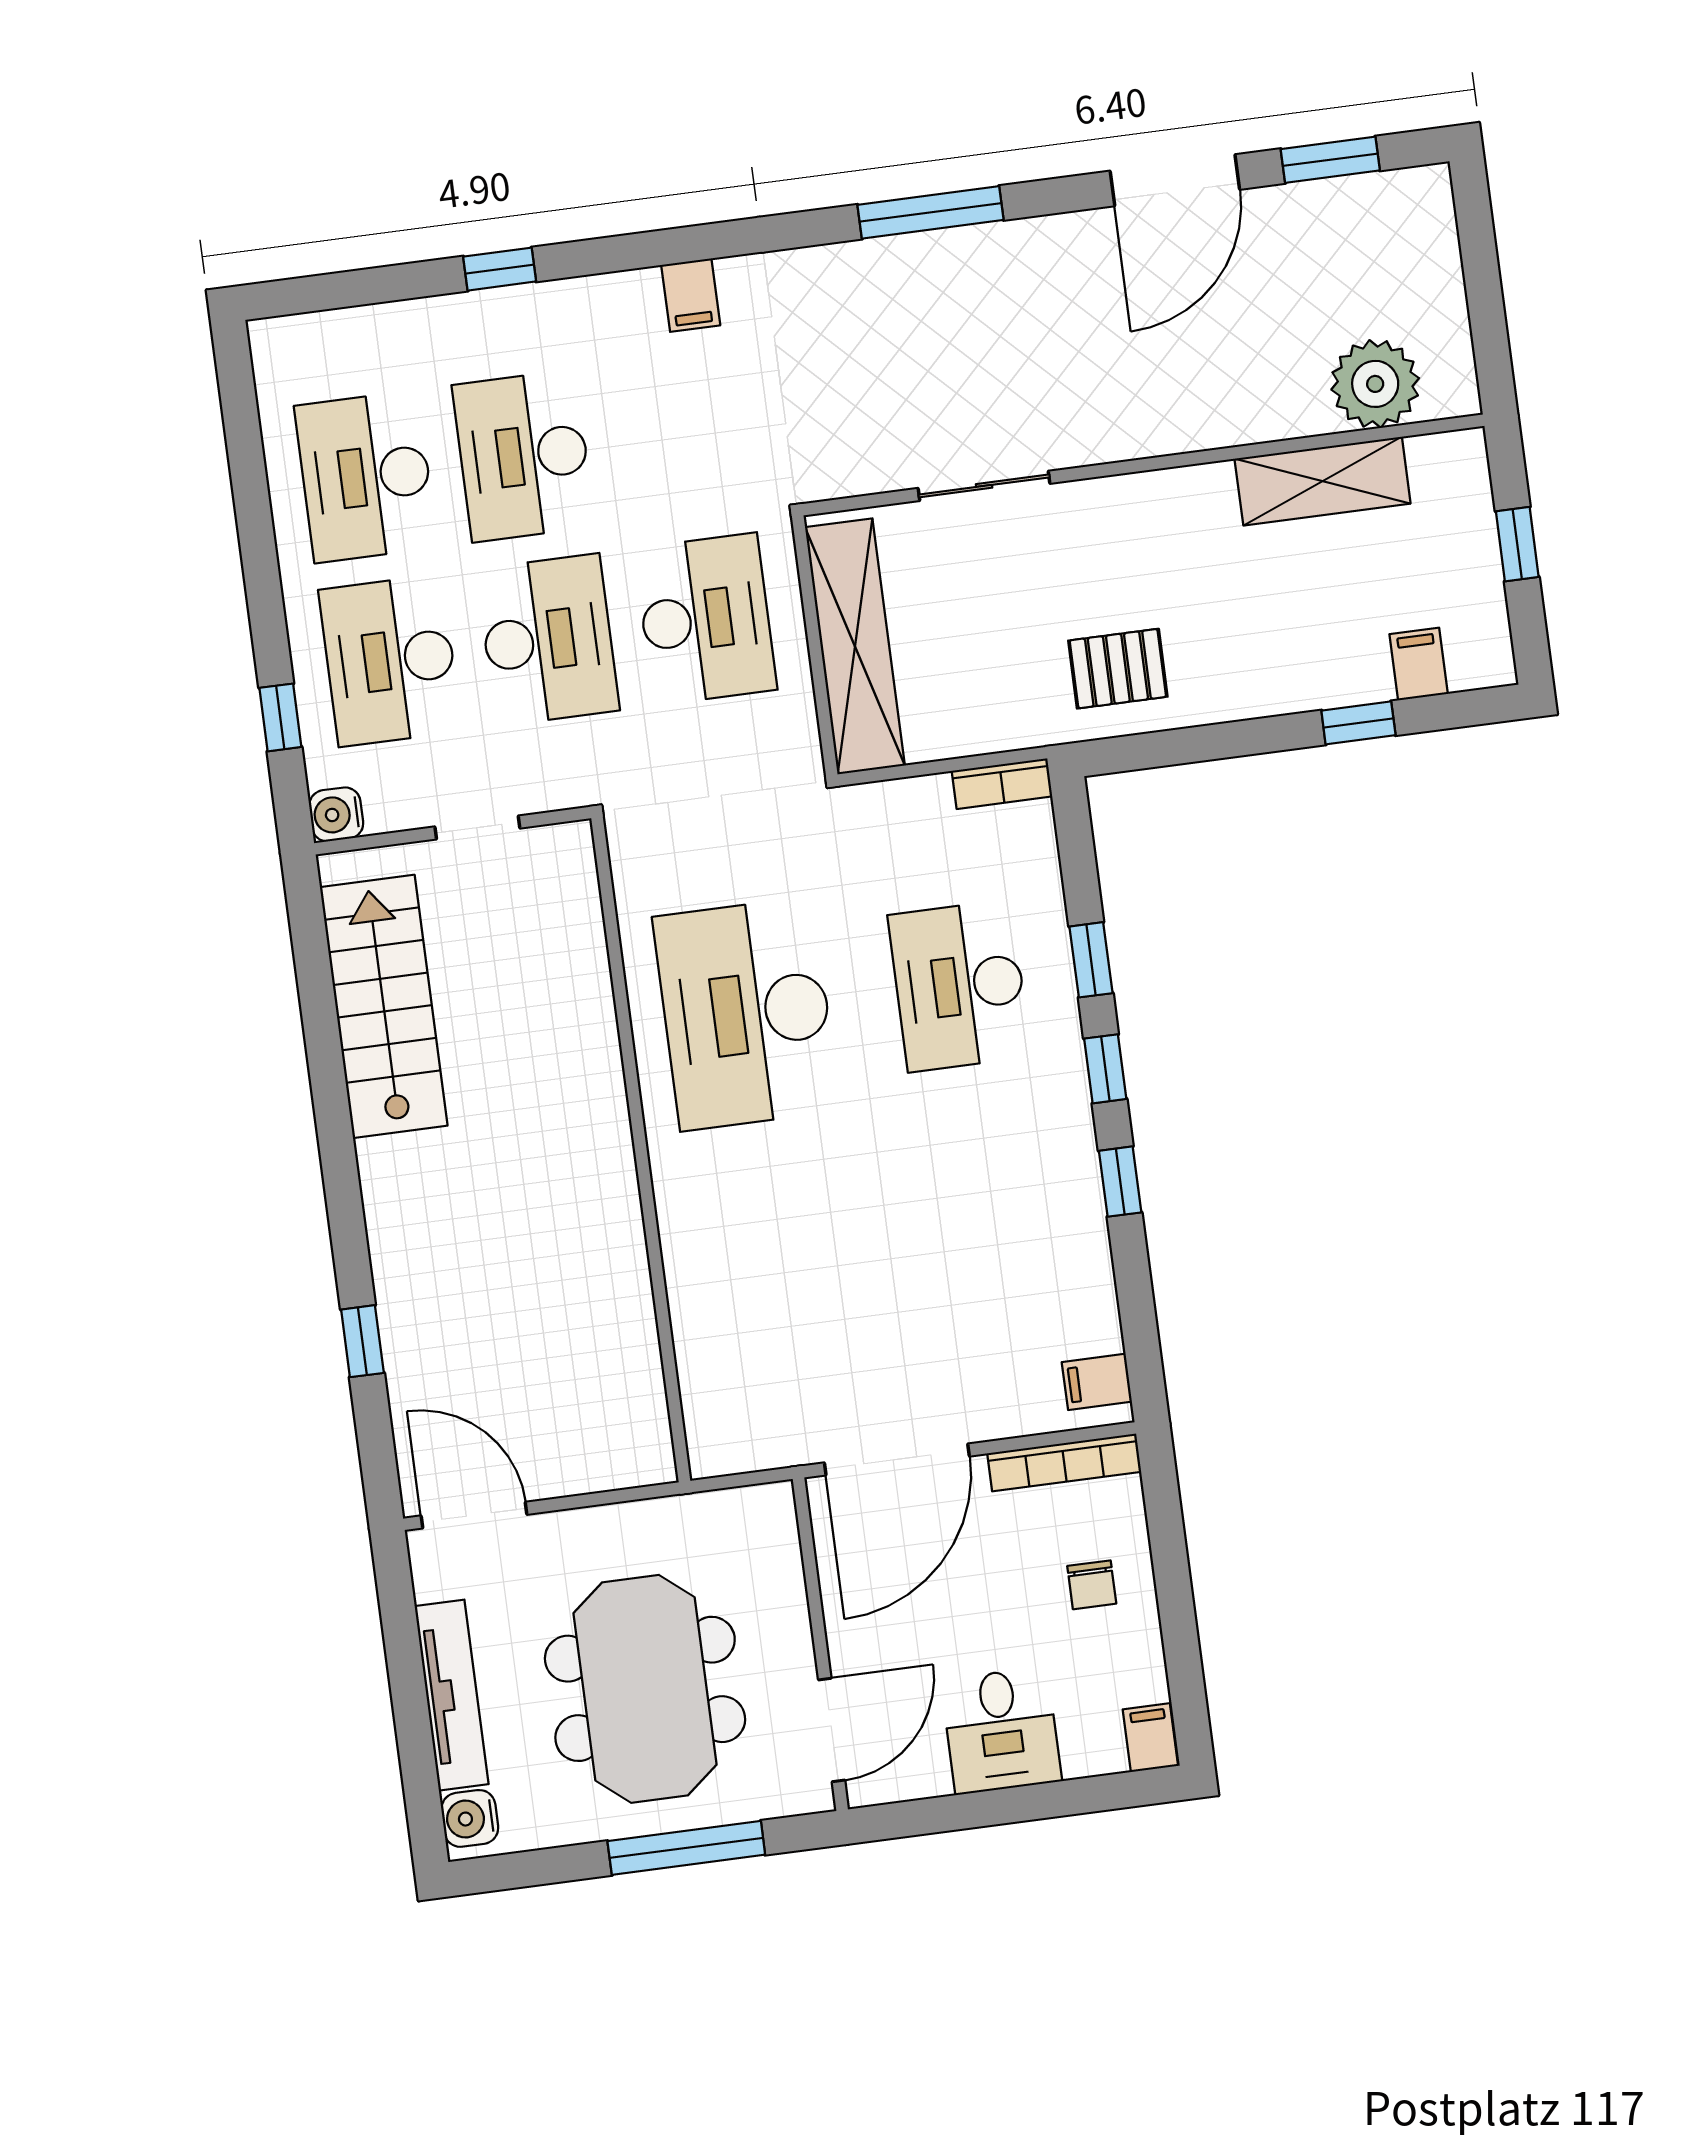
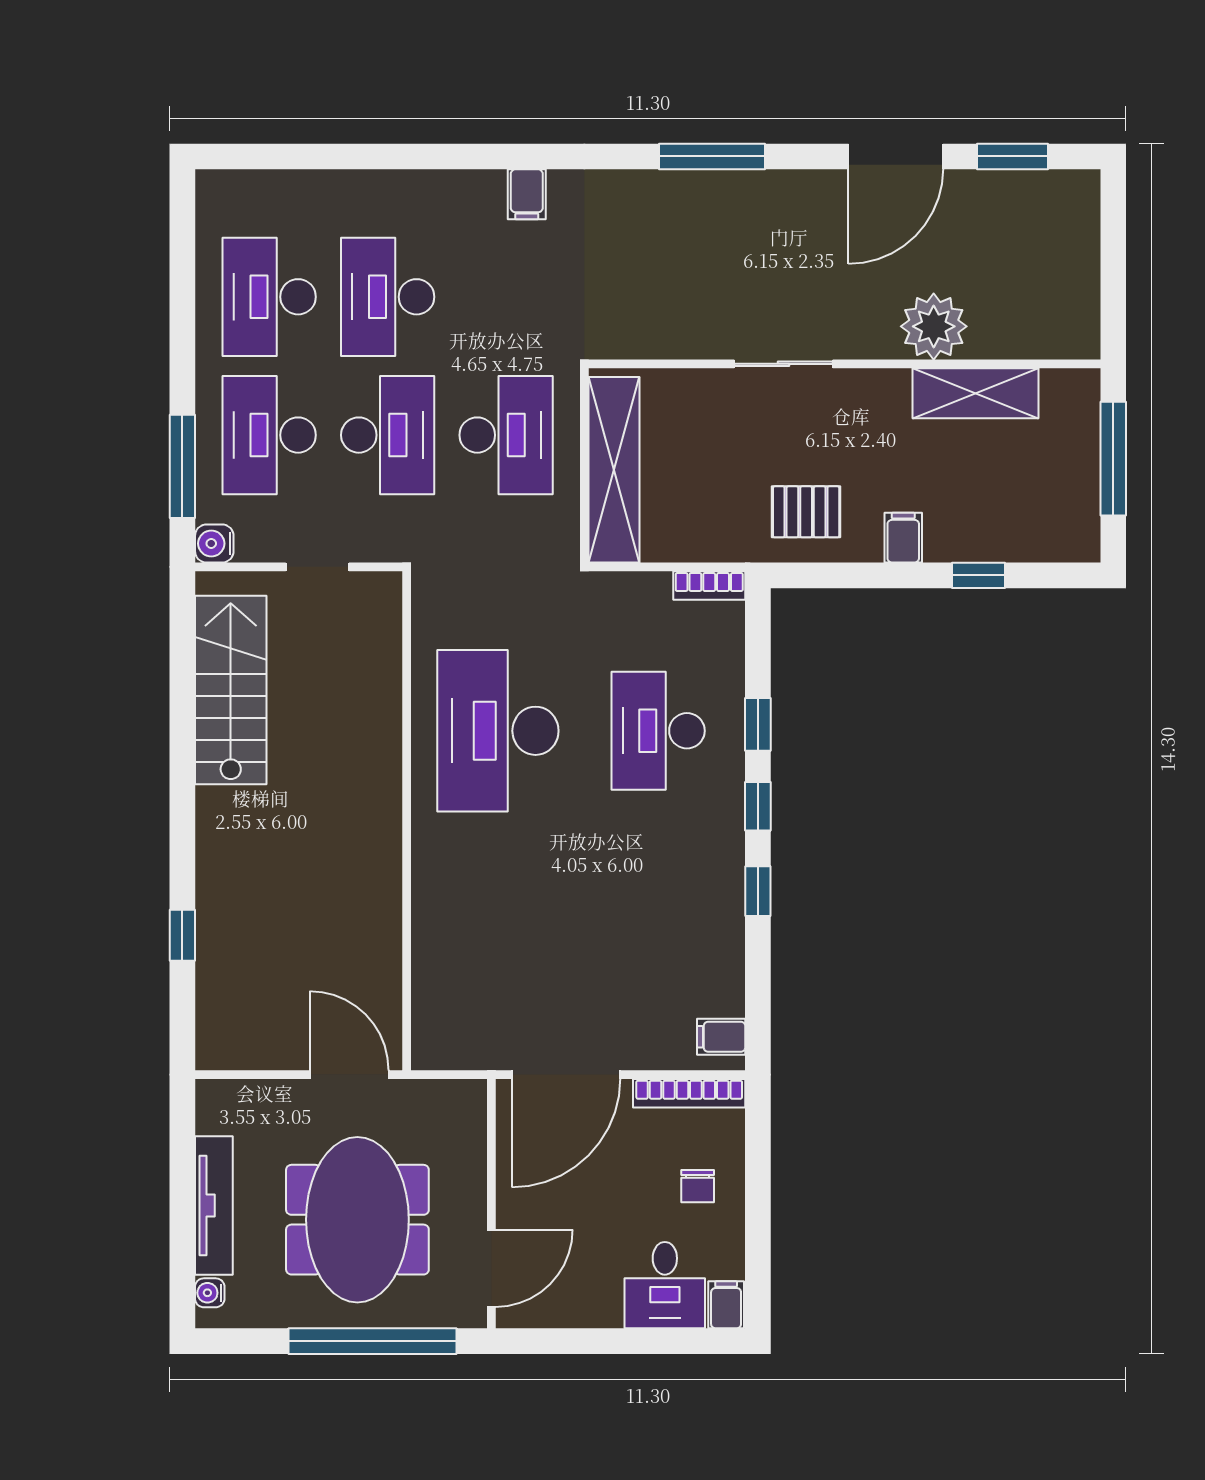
window: (500, 269) -> (388, 156), removed
plant: (1375, 384) -> (934, 326), moved
sliding door: (984, 486) -> (783, 364), moved
window: (1517, 544) -> (1113, 459), width x2.17
filing cabinet: (1419, 664) -> (903, 538), moved
window: (280, 717) -> (182, 466), width x2.17
door: (474, 1515) -> (349, 1075), moved
desk: (1001, 1731) -> (665, 1285), moved
water cooler: (470, 1818) -> (210, 1293), width x0.72, depth x0.72
window: (686, 1848) -> (372, 1341), width x1.46

